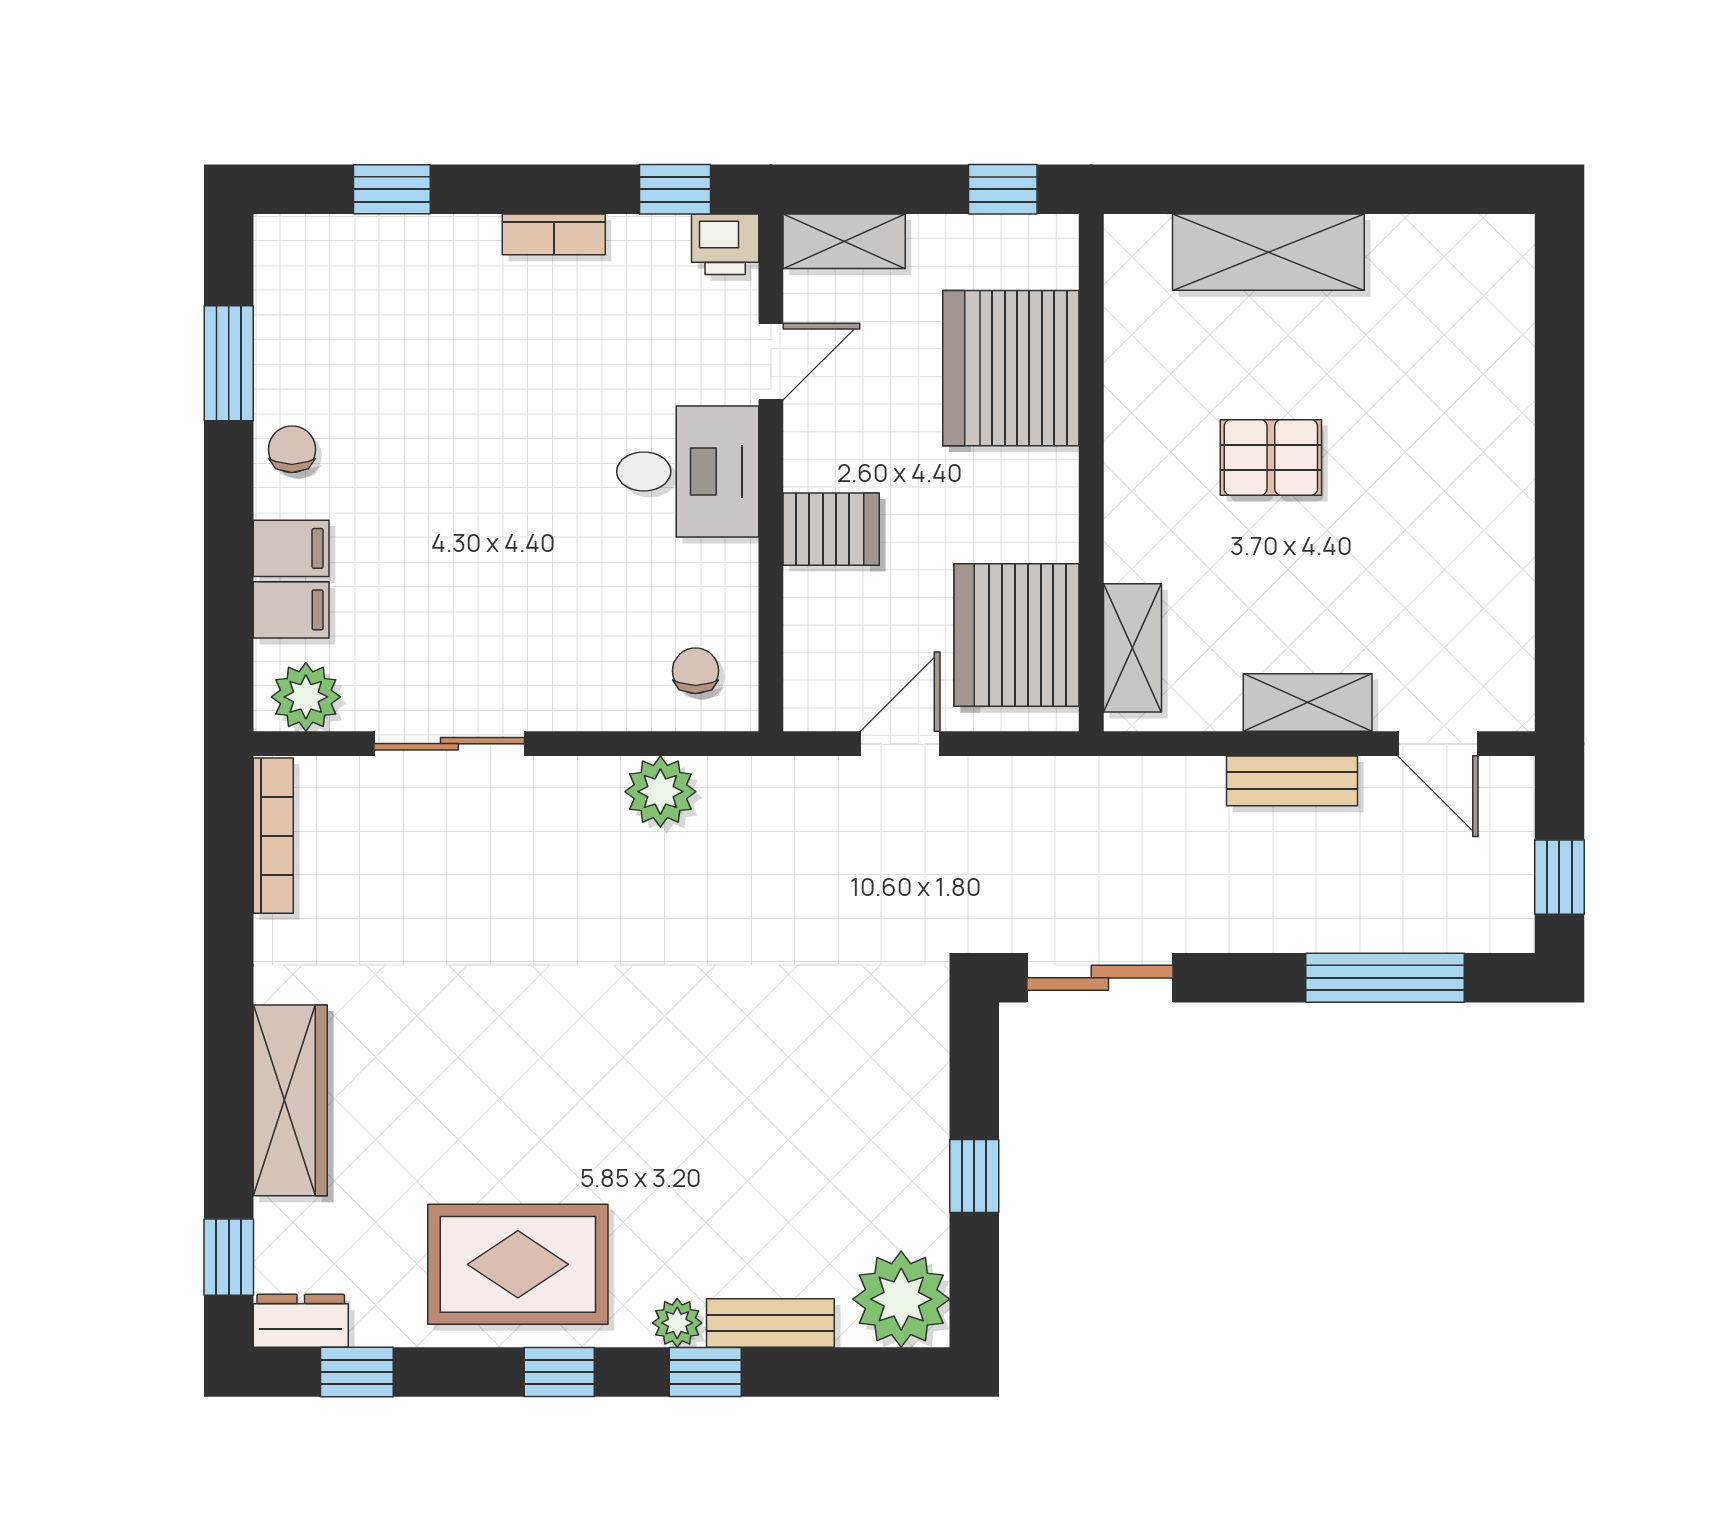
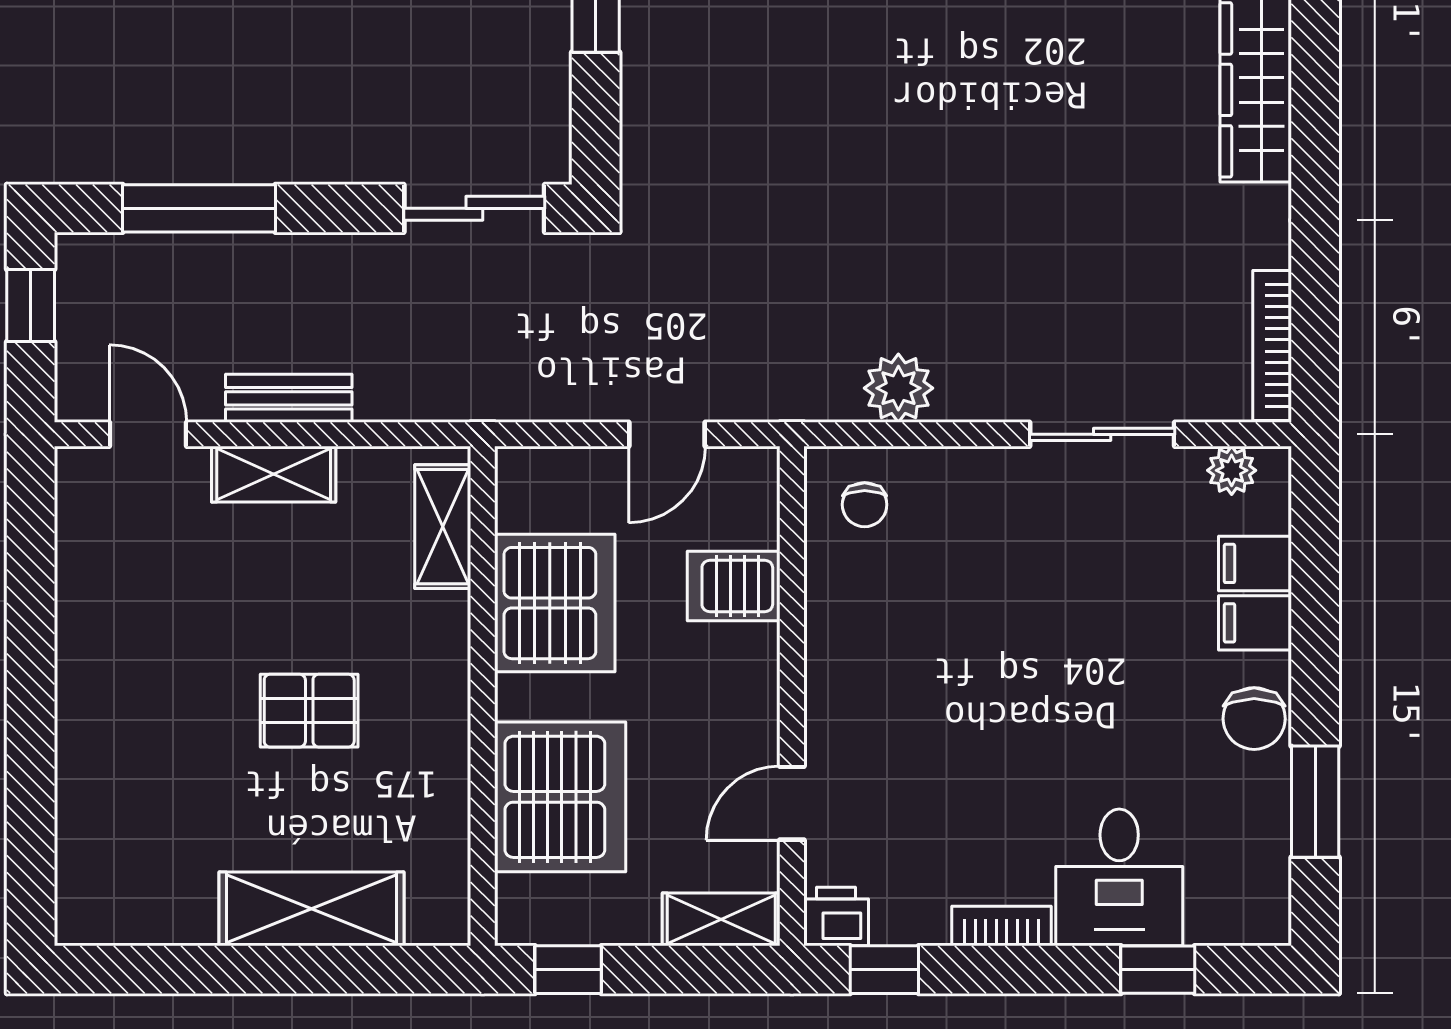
chair: (292, 449) -> (1254, 719), width x1.37, depth x1.37
desk: (688, 472) -> (1119, 877), moved, turned -90
server rack: (831, 529) -> (734, 586), moved
server rack: (1017, 635) -> (555, 603), moved
plant: (306, 697) -> (1232, 470), width x0.73, depth x0.73

